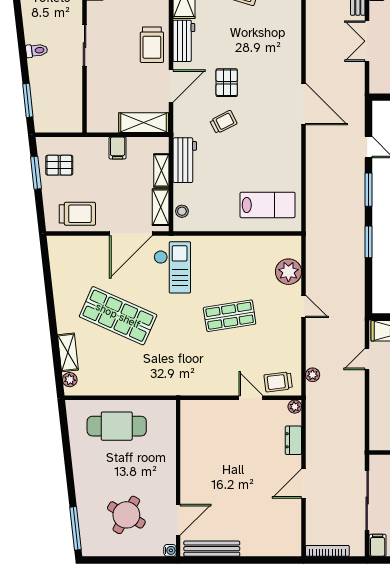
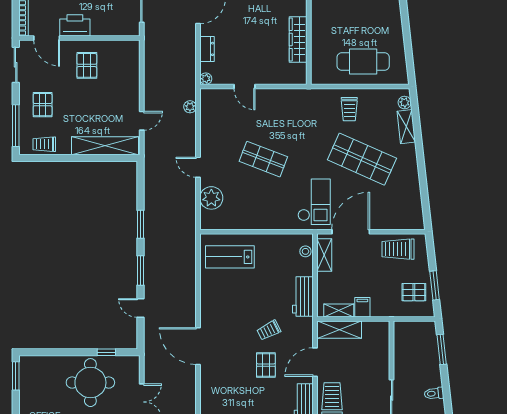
shelving: (161, 170) -> (339, 310), moved, turned 90
checkout: (172, 267) -> (314, 202), turned 180
shop shelf: (230, 316) -> (263, 159), turned 30
trolley: (278, 382) -> (349, 109), moved, turned 97
wardrobe: (190, 451) -> (298, 39), added

